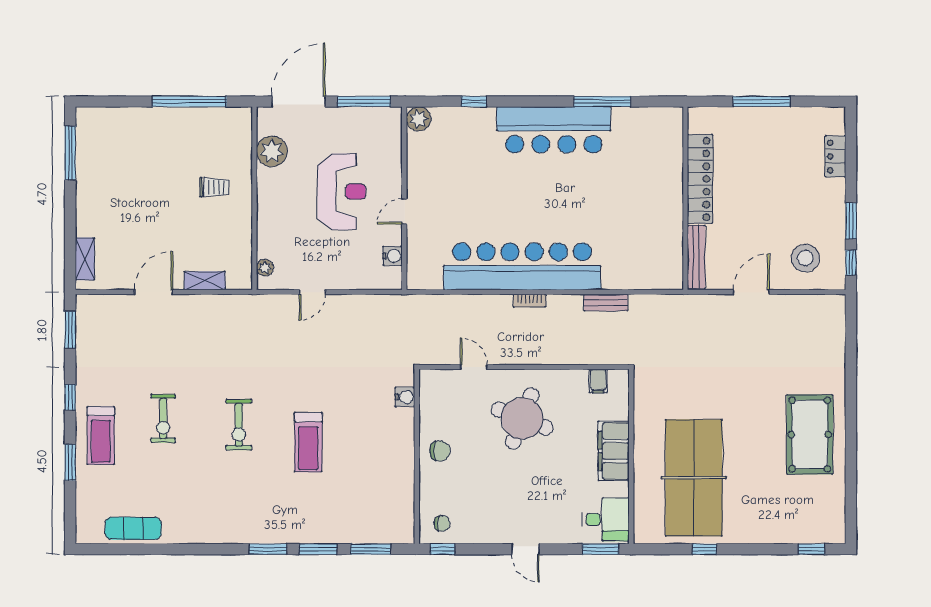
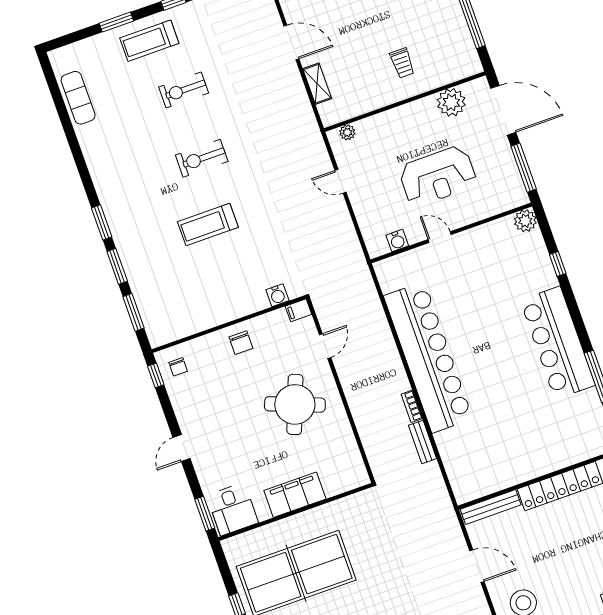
bookcase: (529, 301) -> (412, 406), moved
filing cabinet: (598, 381) -> (298, 310), moved

